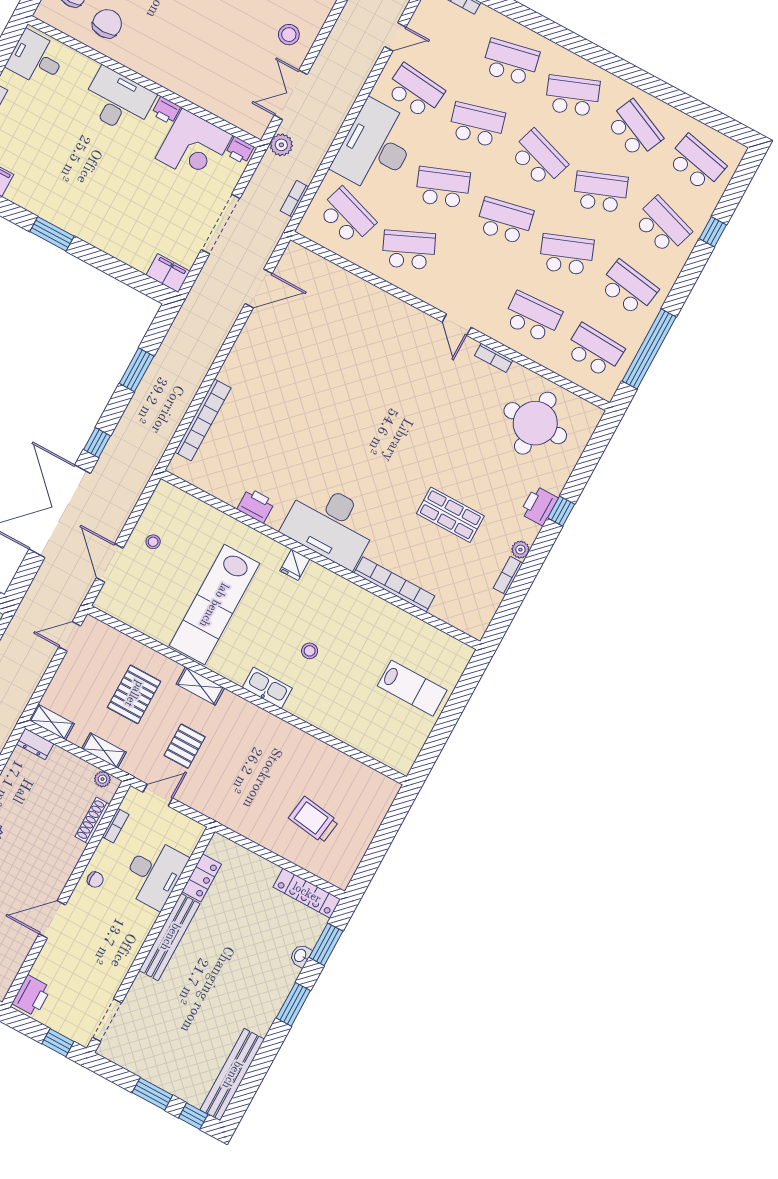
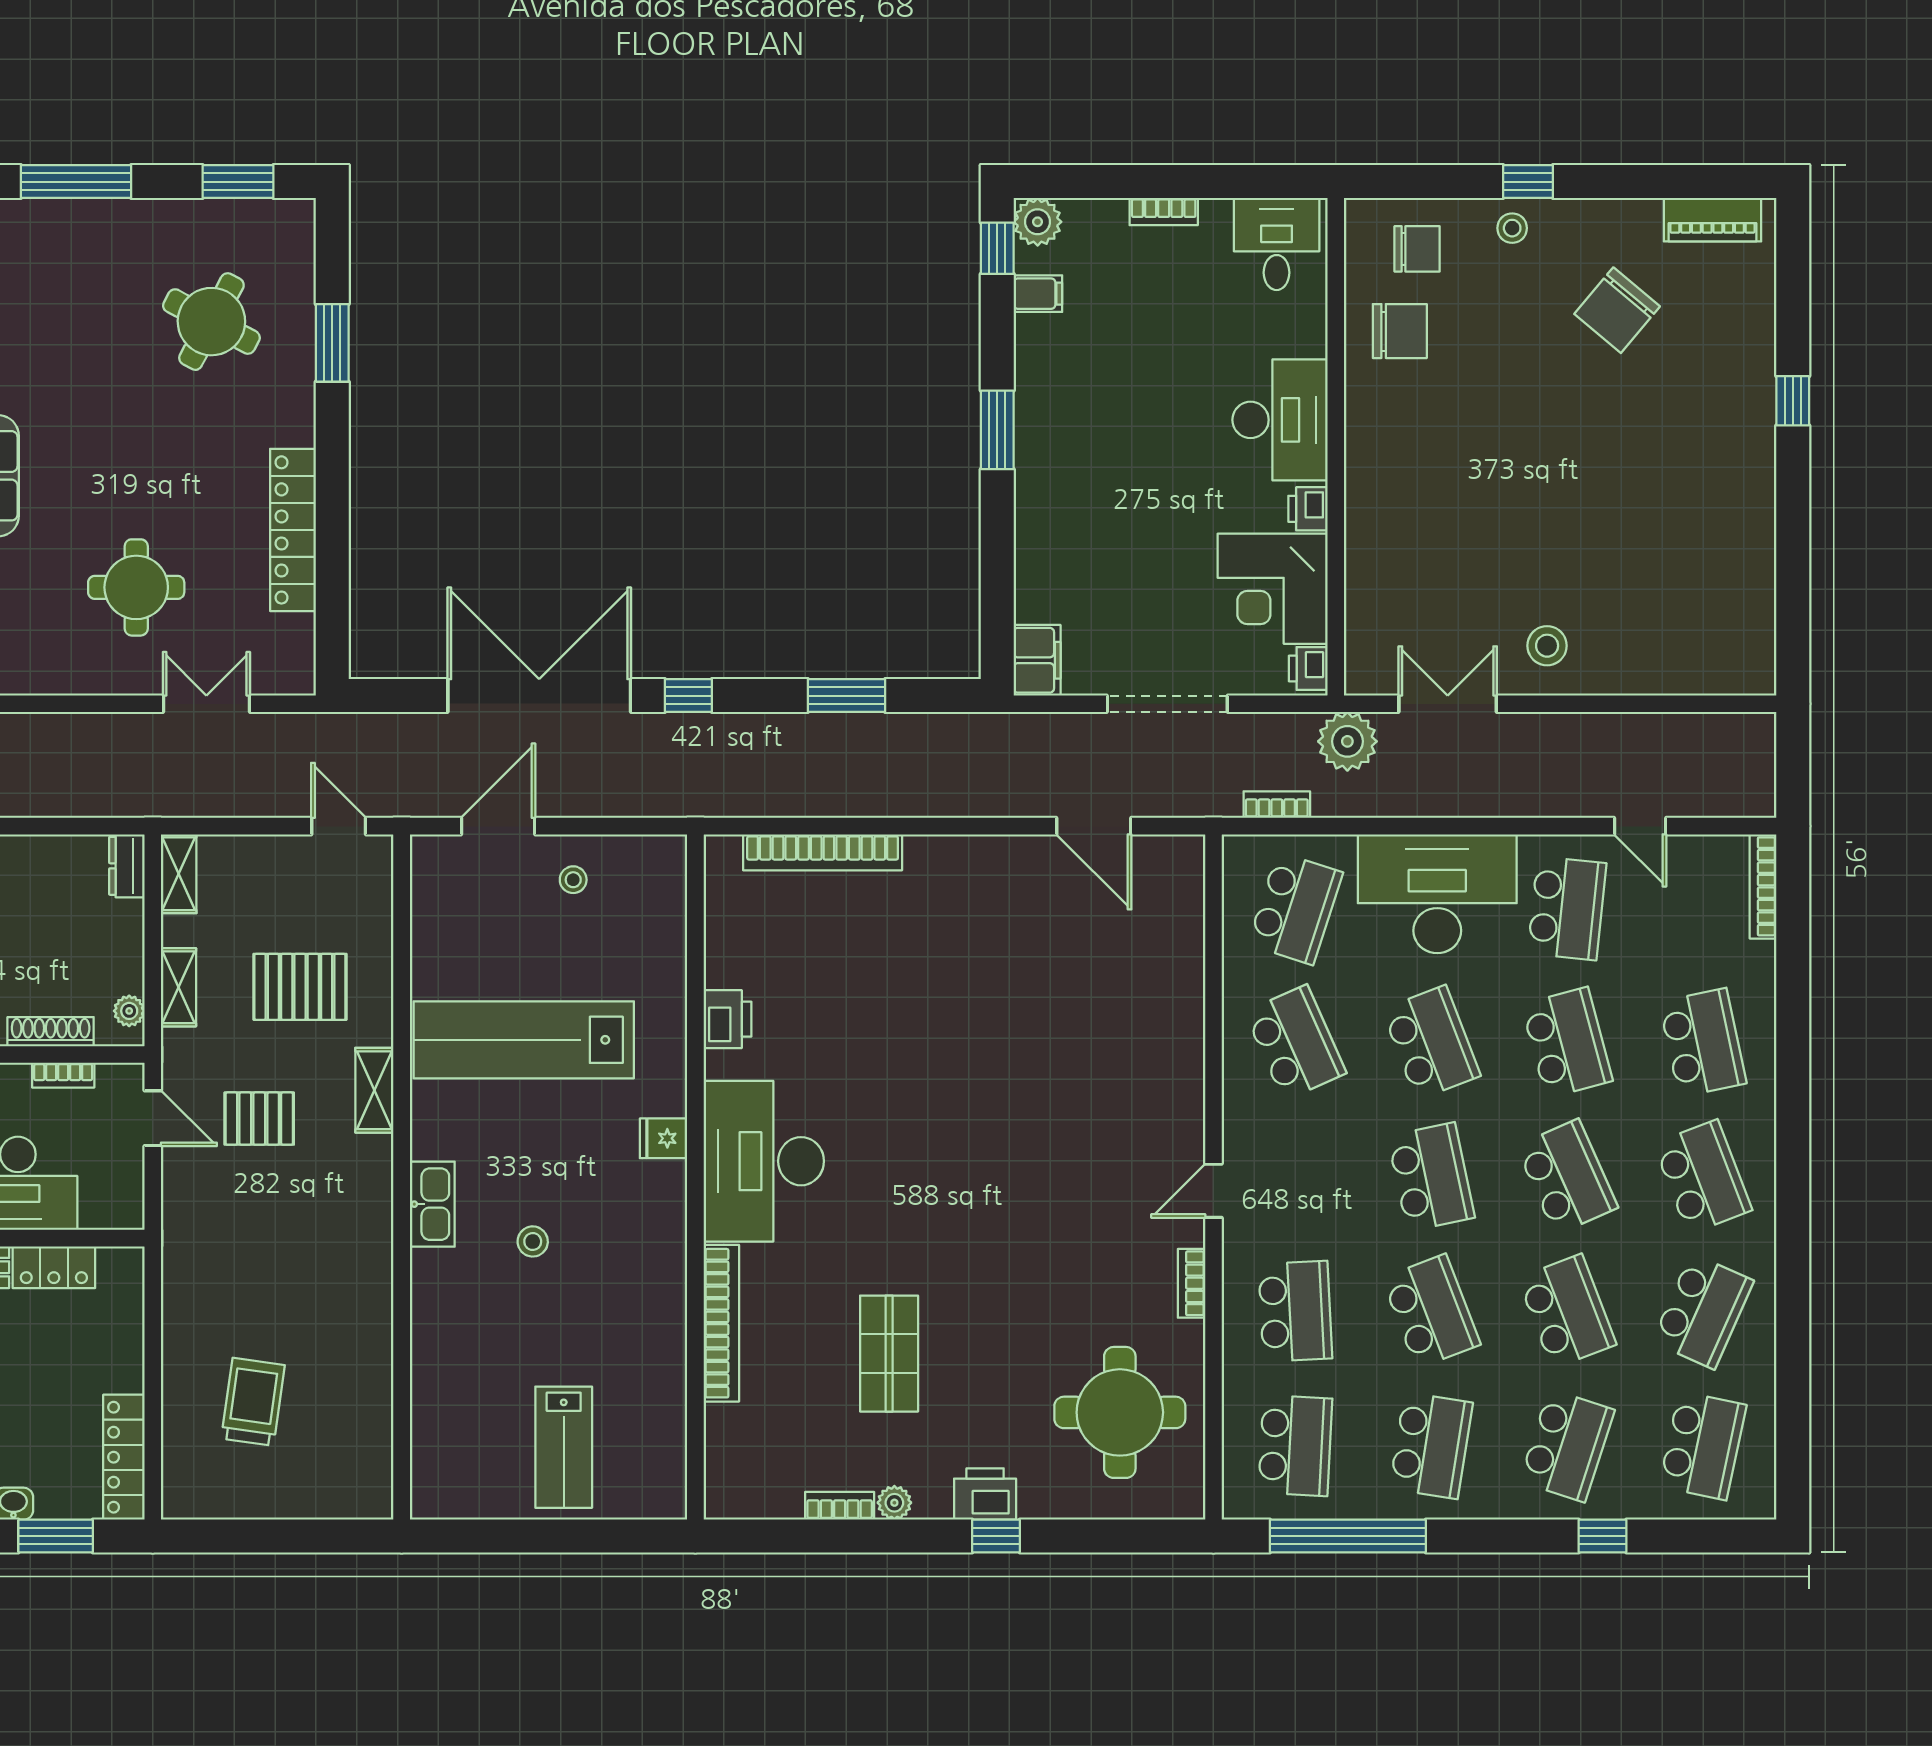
plant: (281, 145) -> (1347, 741), width x1.36, depth x1.36
school desk: (539, 158) -> (1567, 1177), turned -42

